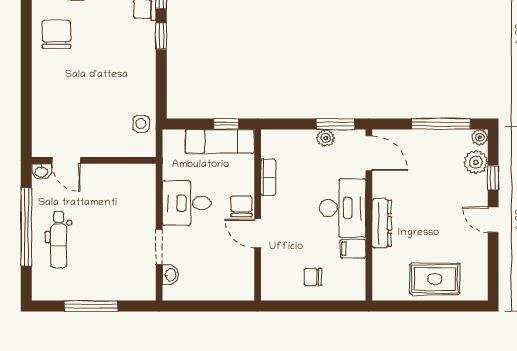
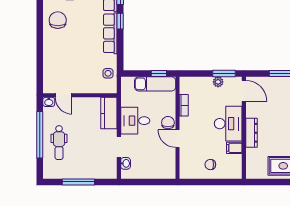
row of seats: (145, 56) -> (110, 33), added
kitchen counter: (142, 190) -> (109, 113), added

